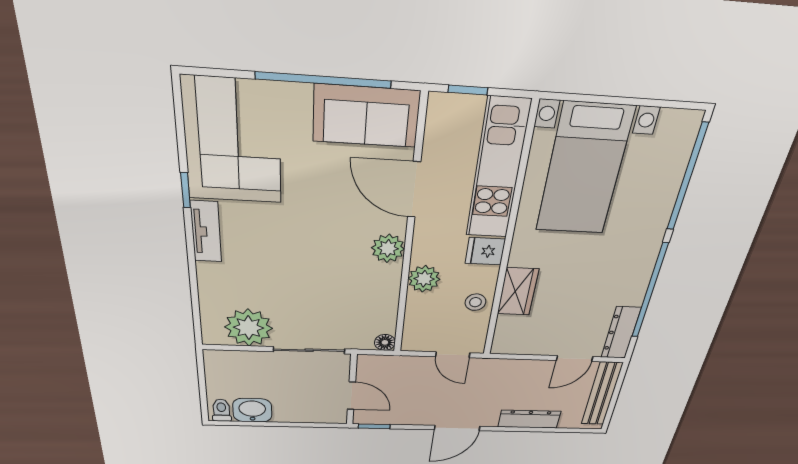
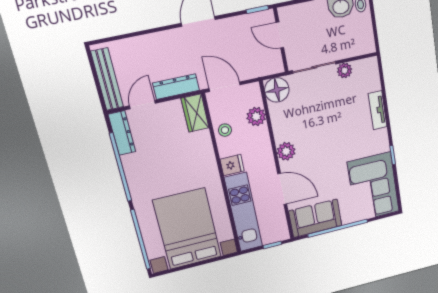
bed with nightstands: (584, 170) -> (187, 229), width x1.36
tv unit: (206, 232) -> (378, 110), moved
plant: (424, 279) -> (256, 116), moved
wardrobe: (518, 292) -> (195, 113), moved
plant: (249, 328) -> (345, 70), width x0.53, depth x0.53
floor lamp: (385, 342) -> (277, 90), width x1.89, depth x1.89
door: (453, 355) -> (225, 87), width x1.38
dresser: (529, 419) -> (176, 87), moved, turned 180

